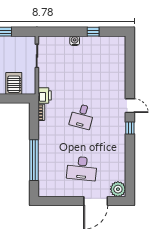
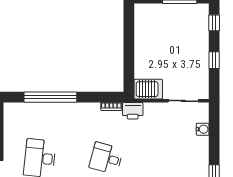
water cooler: (75, 41) -> (203, 129), moved
server rack: (14, 83) -> (148, 89), moved

